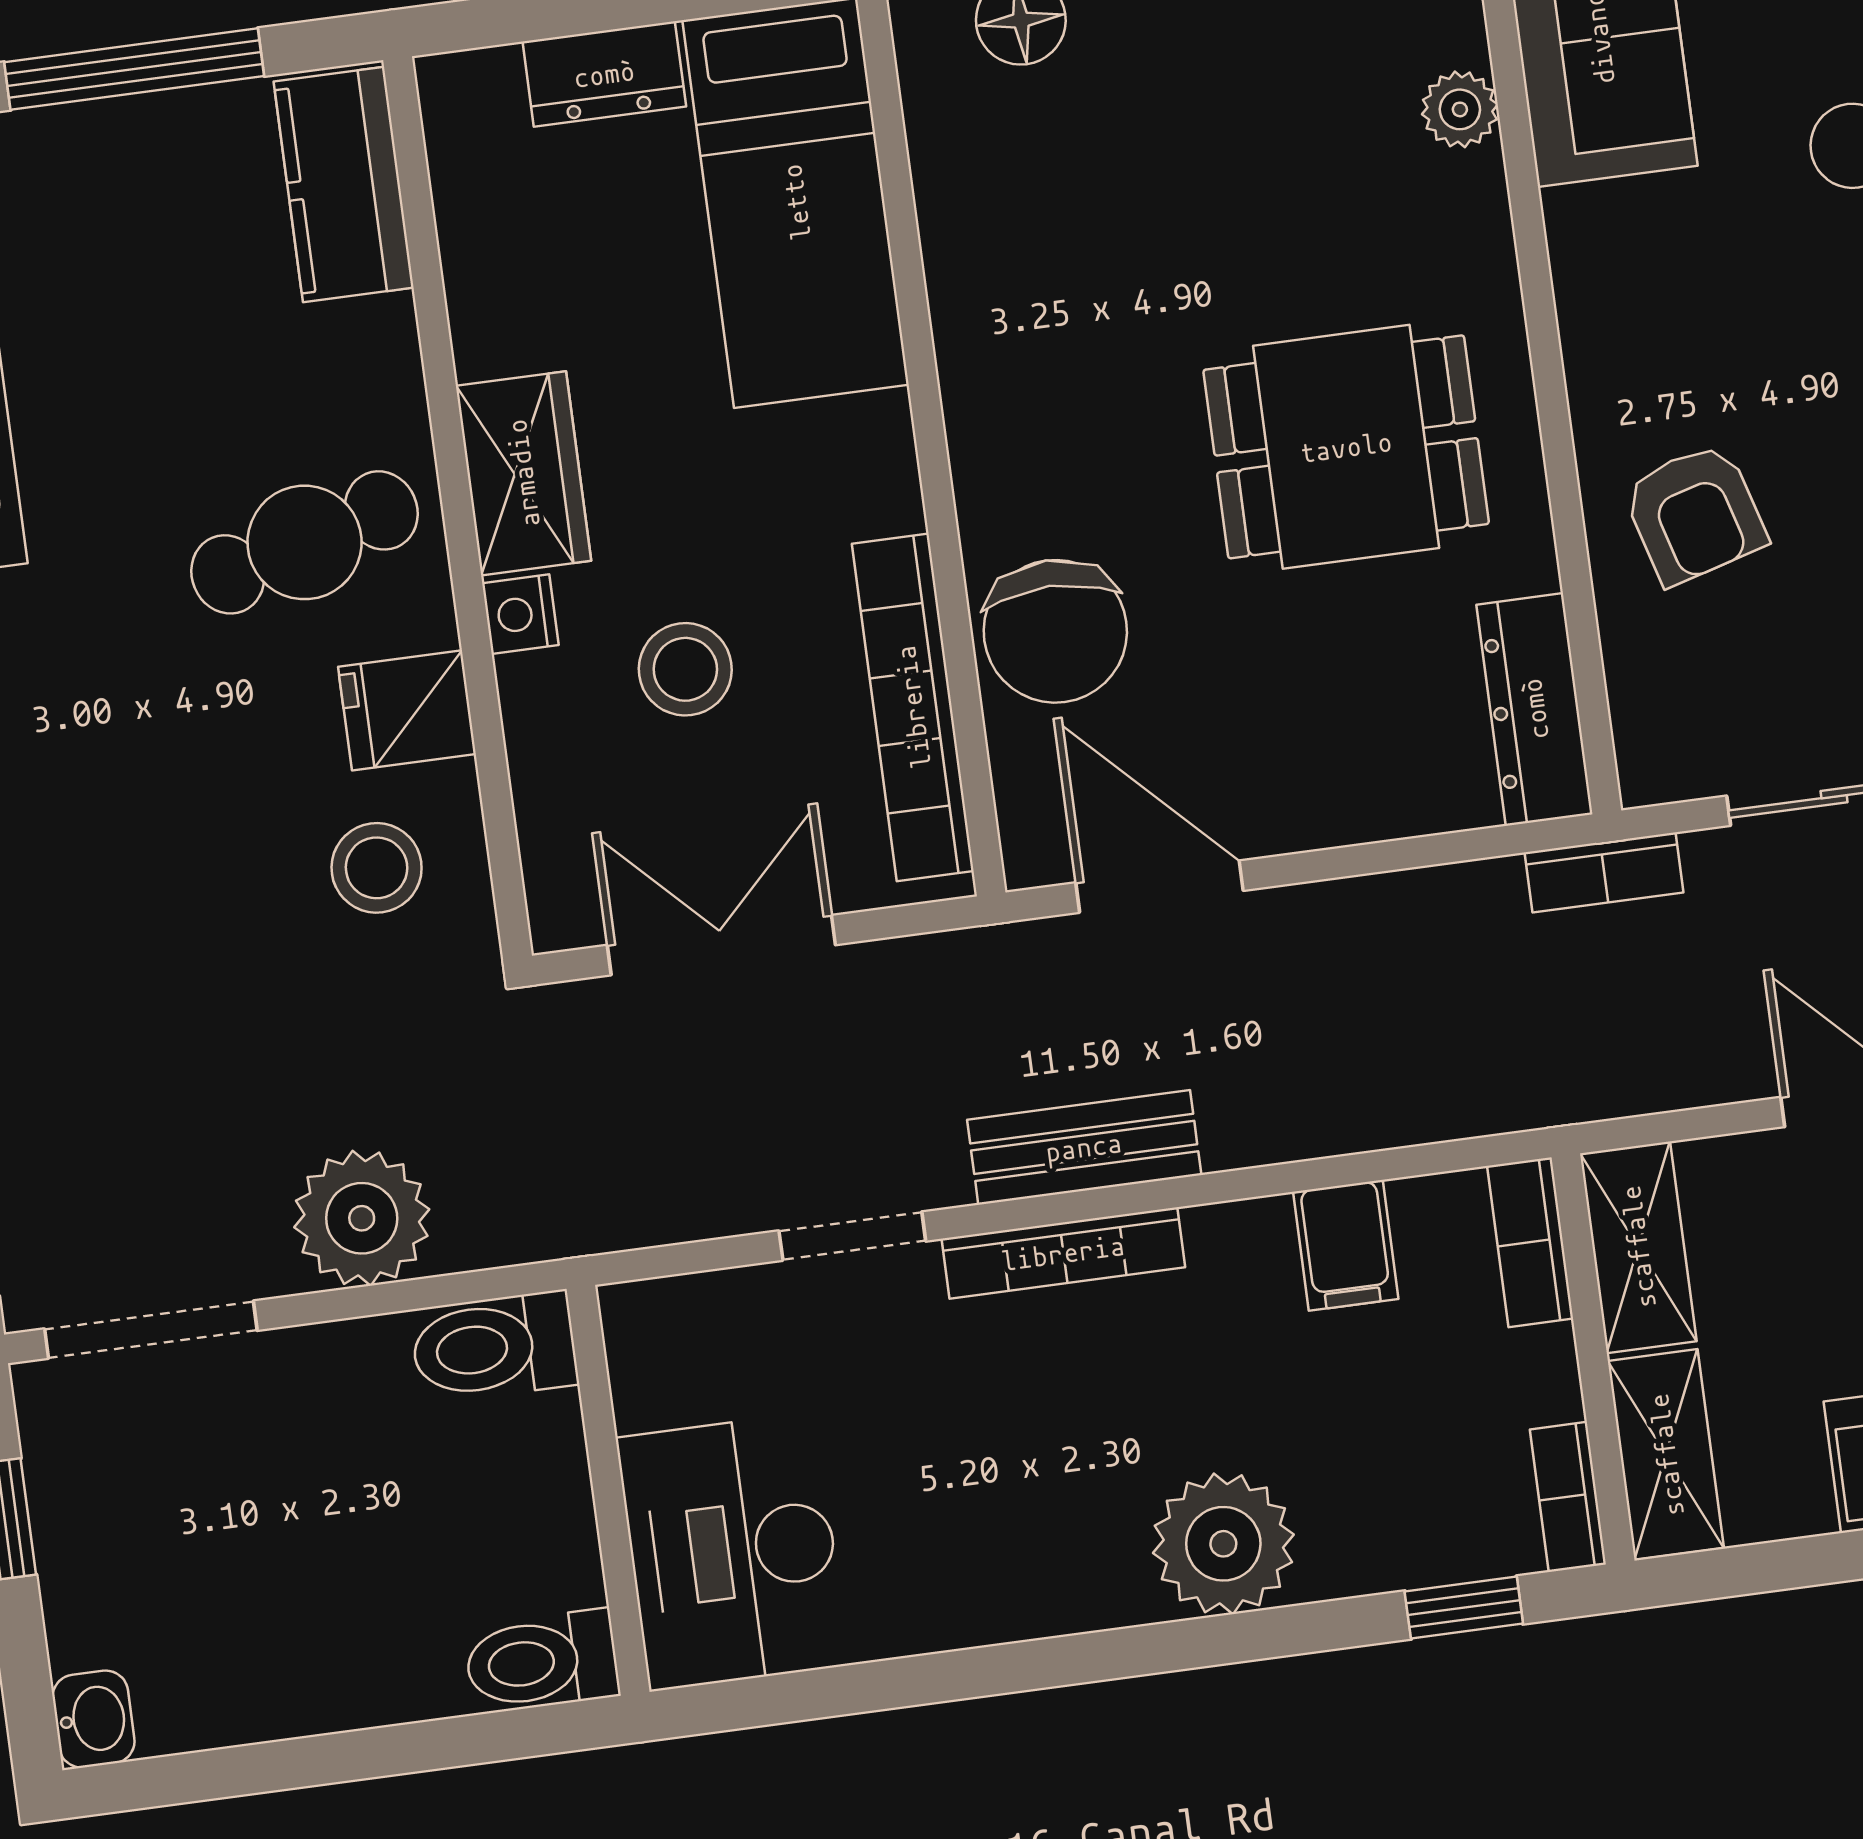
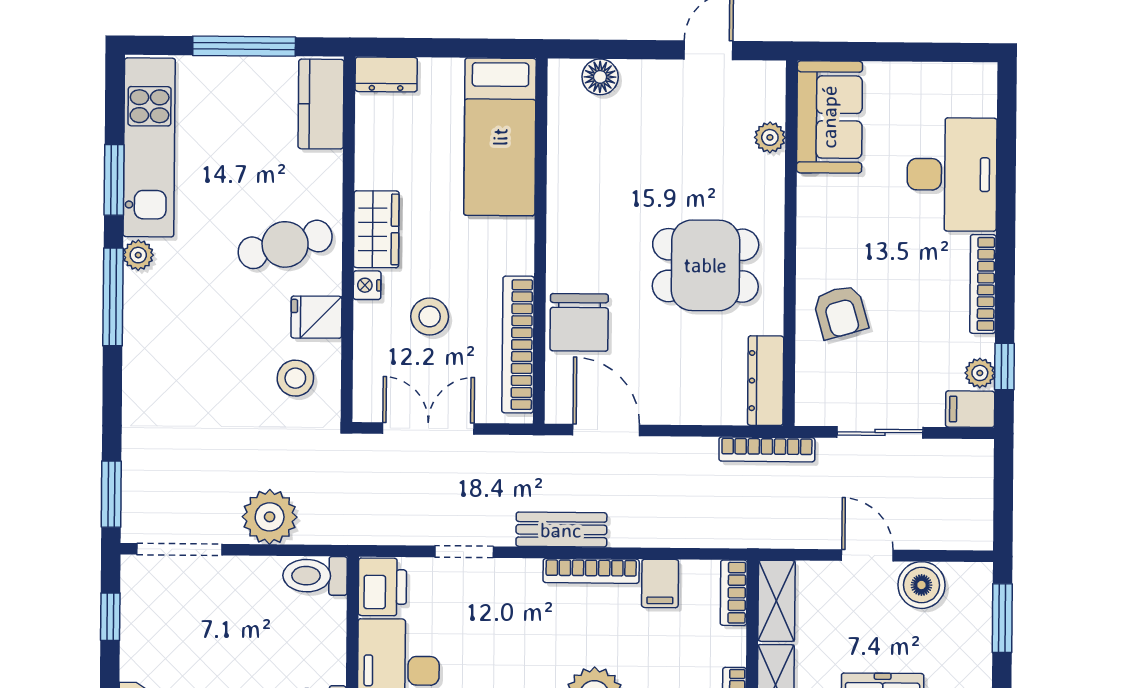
dresser: (604, 74) -> (386, 74), moved
bookcase: (1604, 872) -> (767, 449), width x1.56
bookcase: (1063, 1253) -> (591, 571), moved
printer: (664, 1351) -> (382, 587), added

